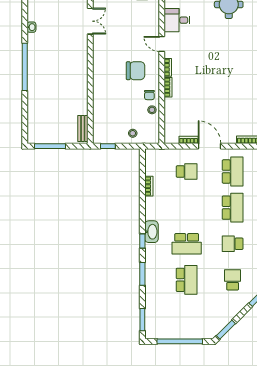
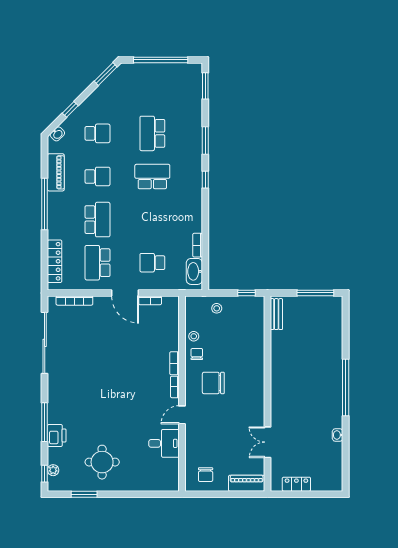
door: (162, 44) -> (182, 415), swing flipped
school desk: (233, 208) -> (97, 220), turned 180
washbasin: (151, 232) -> (194, 271), moved
school desk: (233, 280) -> (97, 133), turned -90

